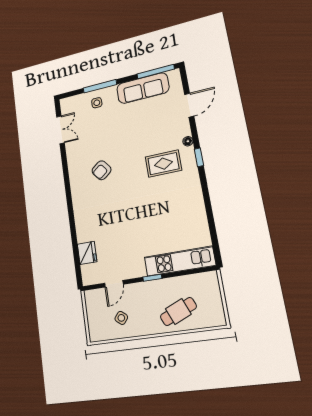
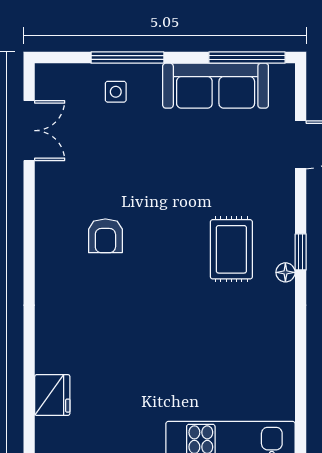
floor lamp: (188, 141) -> (285, 272), moved
rug: (163, 164) -> (231, 249), turned 90
armchair: (101, 170) -> (105, 236), turned -52

